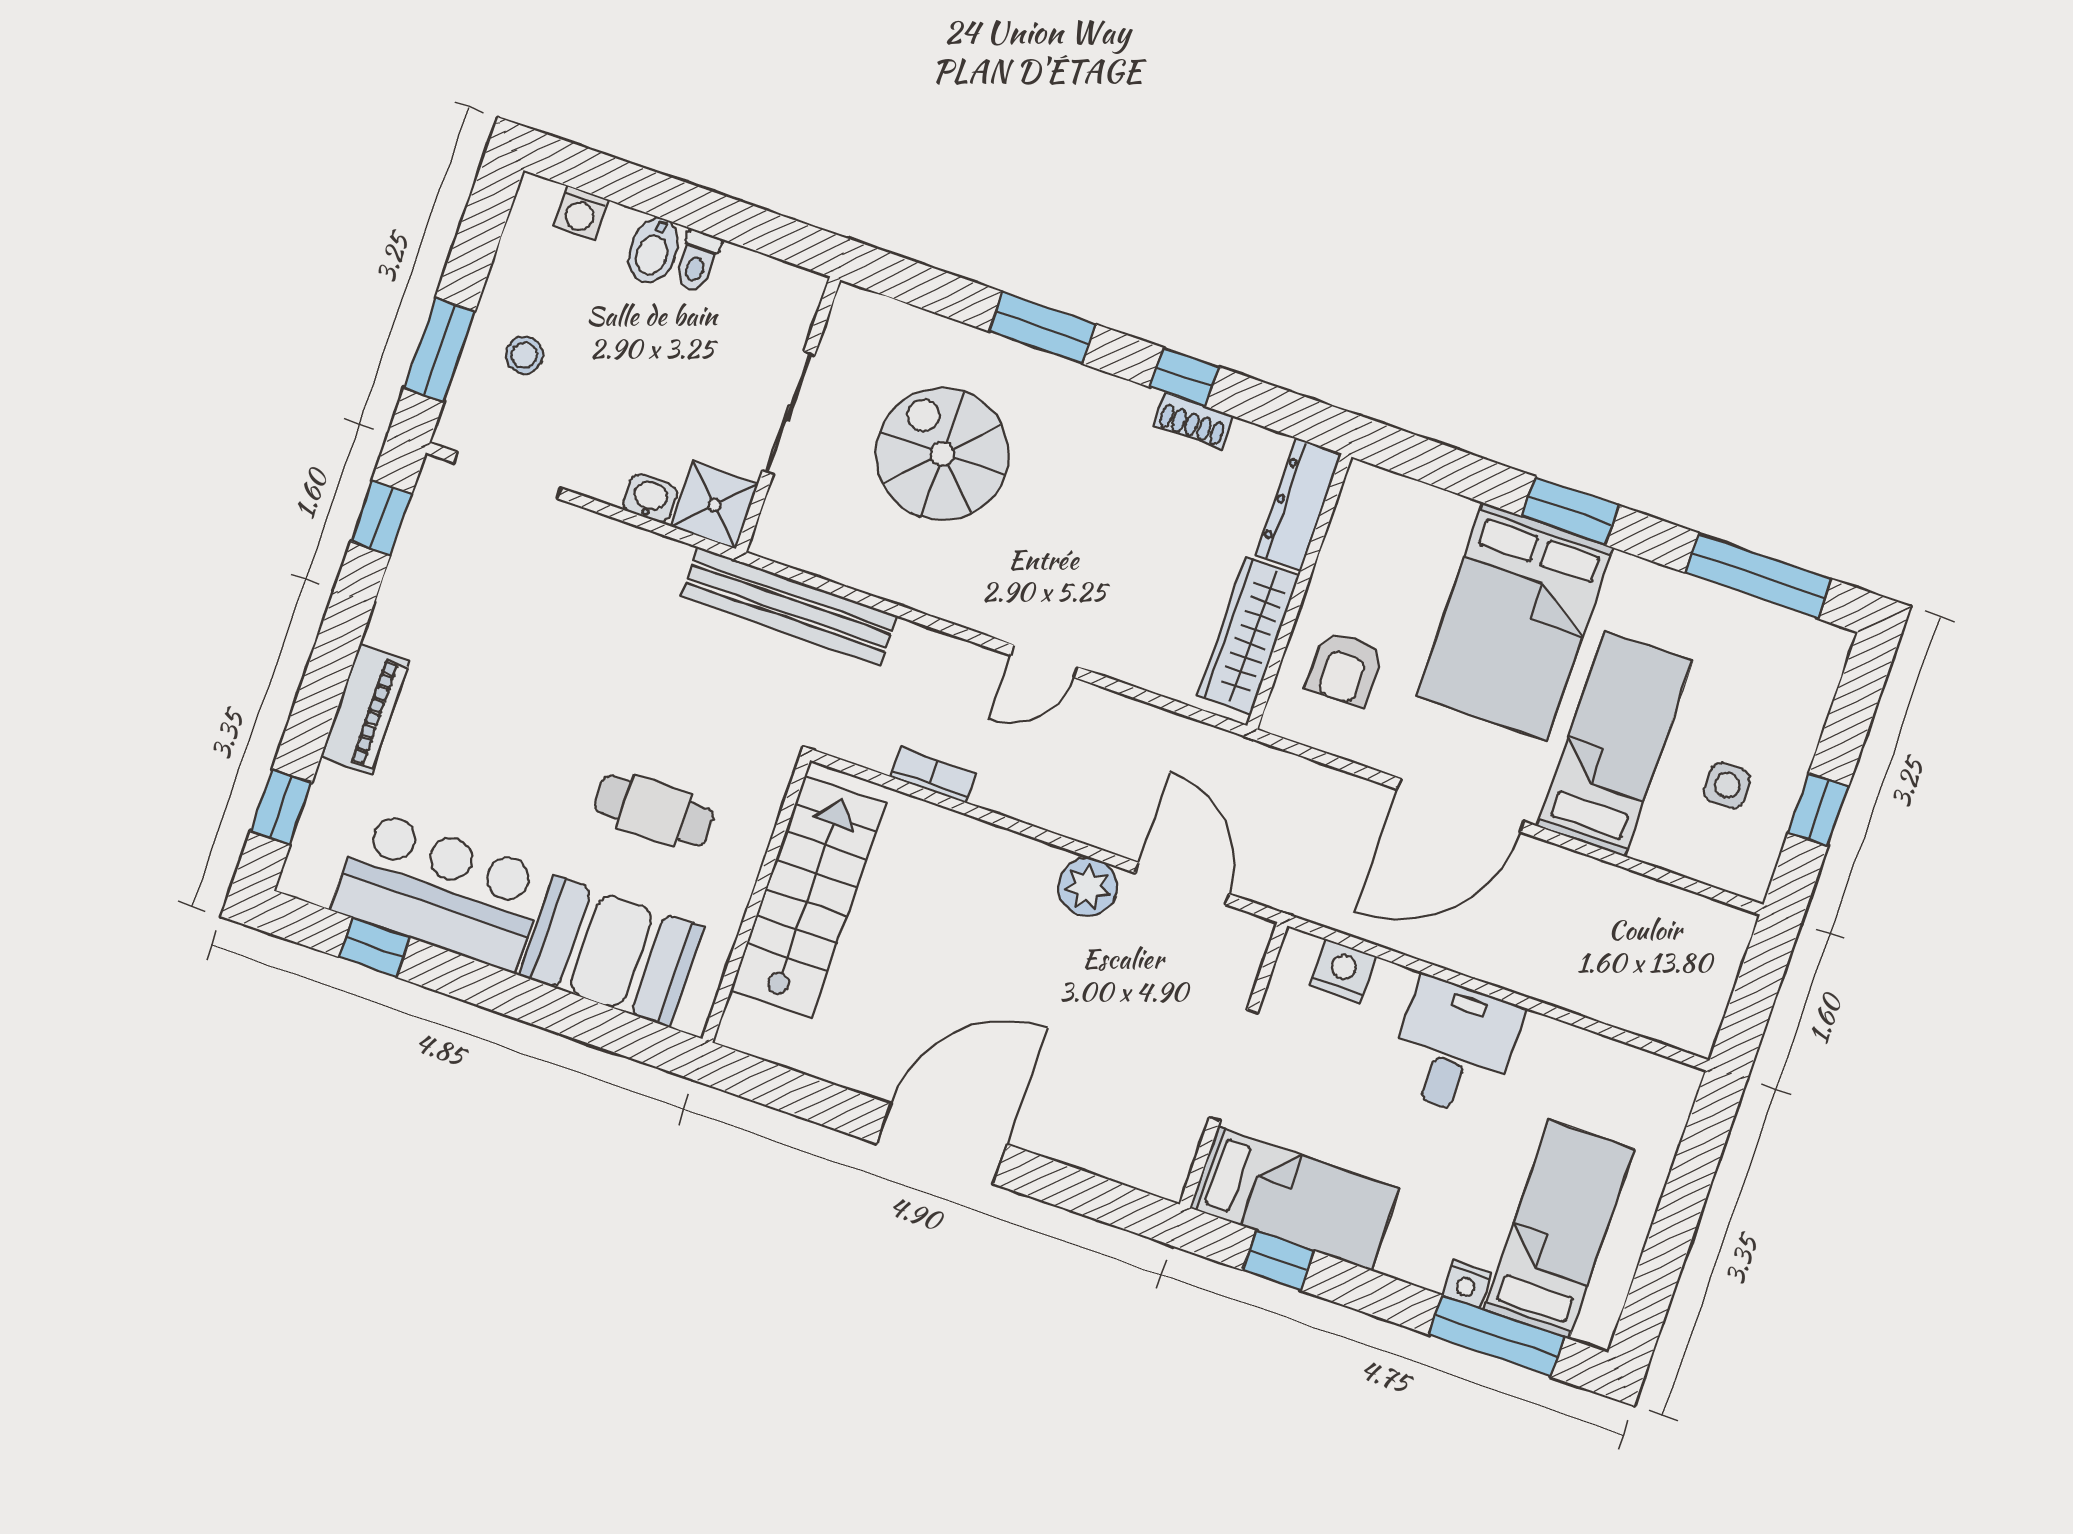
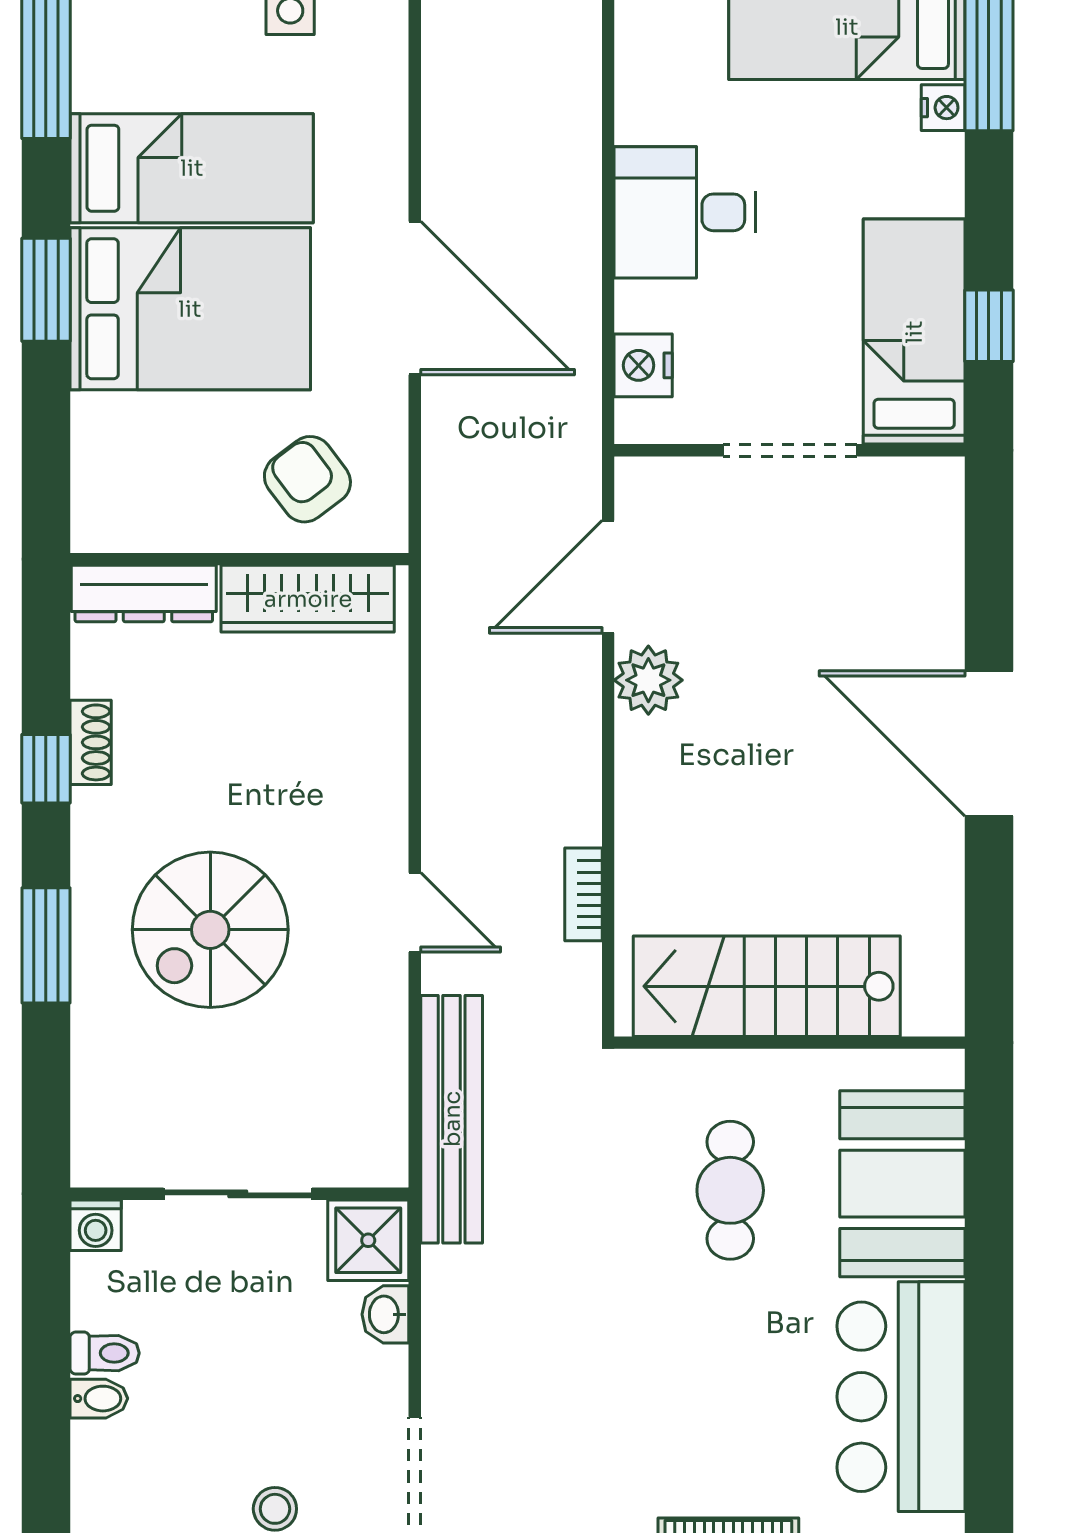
washing machine: (581, 213) -> (96, 1225), moved, turned 90
bidet: (653, 250) -> (99, 1399), width x0.72, depth x0.74
spiral stairs: (942, 454) -> (210, 930), moved
door: (1044, 661) -> (415, 912), moved
armchair: (1345, 668) -> (307, 479), turned -127
bed: (1614, 744) -> (192, 168), moved, turned 180
window: (375, 948) -> (989, 1447), removed

